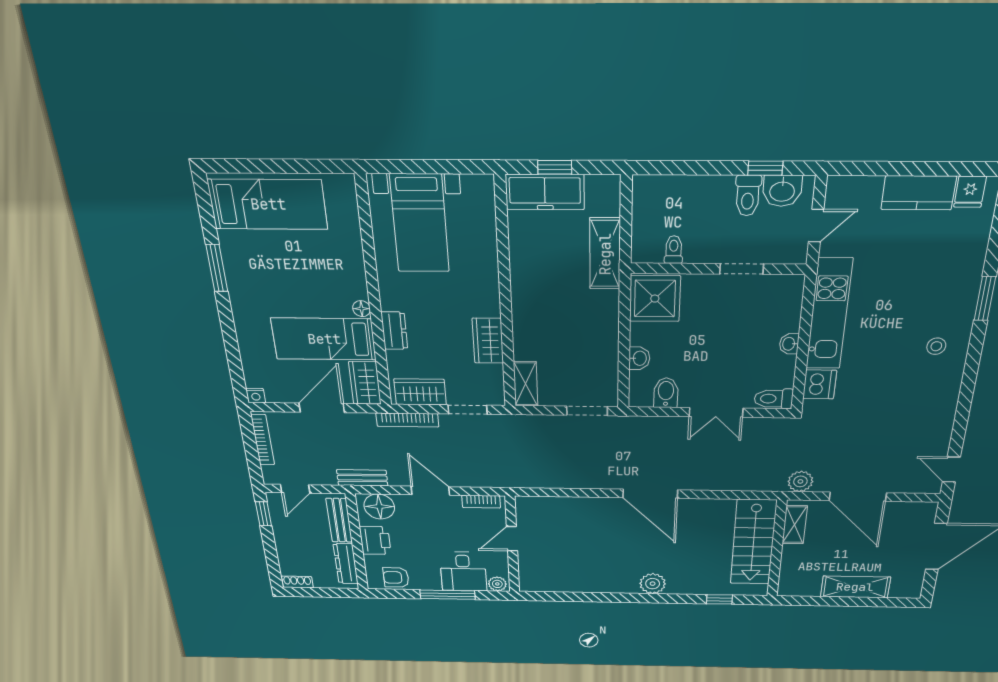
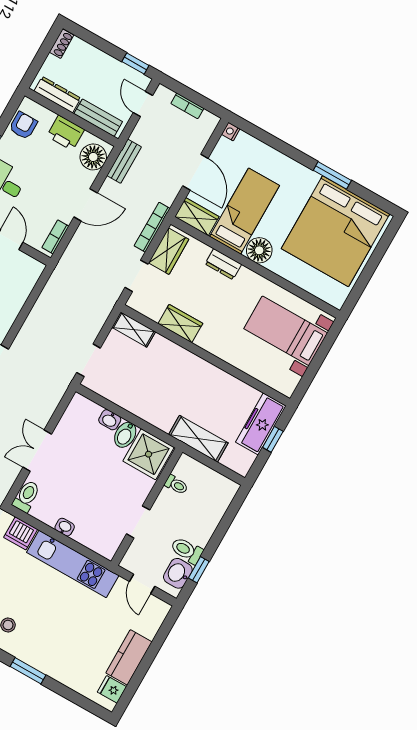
bed: (268, 204) -> (336, 231), width x2.04
floor lamp: (362, 309) -> (259, 250), width x1.89, depth x1.89
bidet: (666, 393) -> (125, 435), moved, turned 90
bookcase: (263, 440) -> (187, 106), width x0.64

